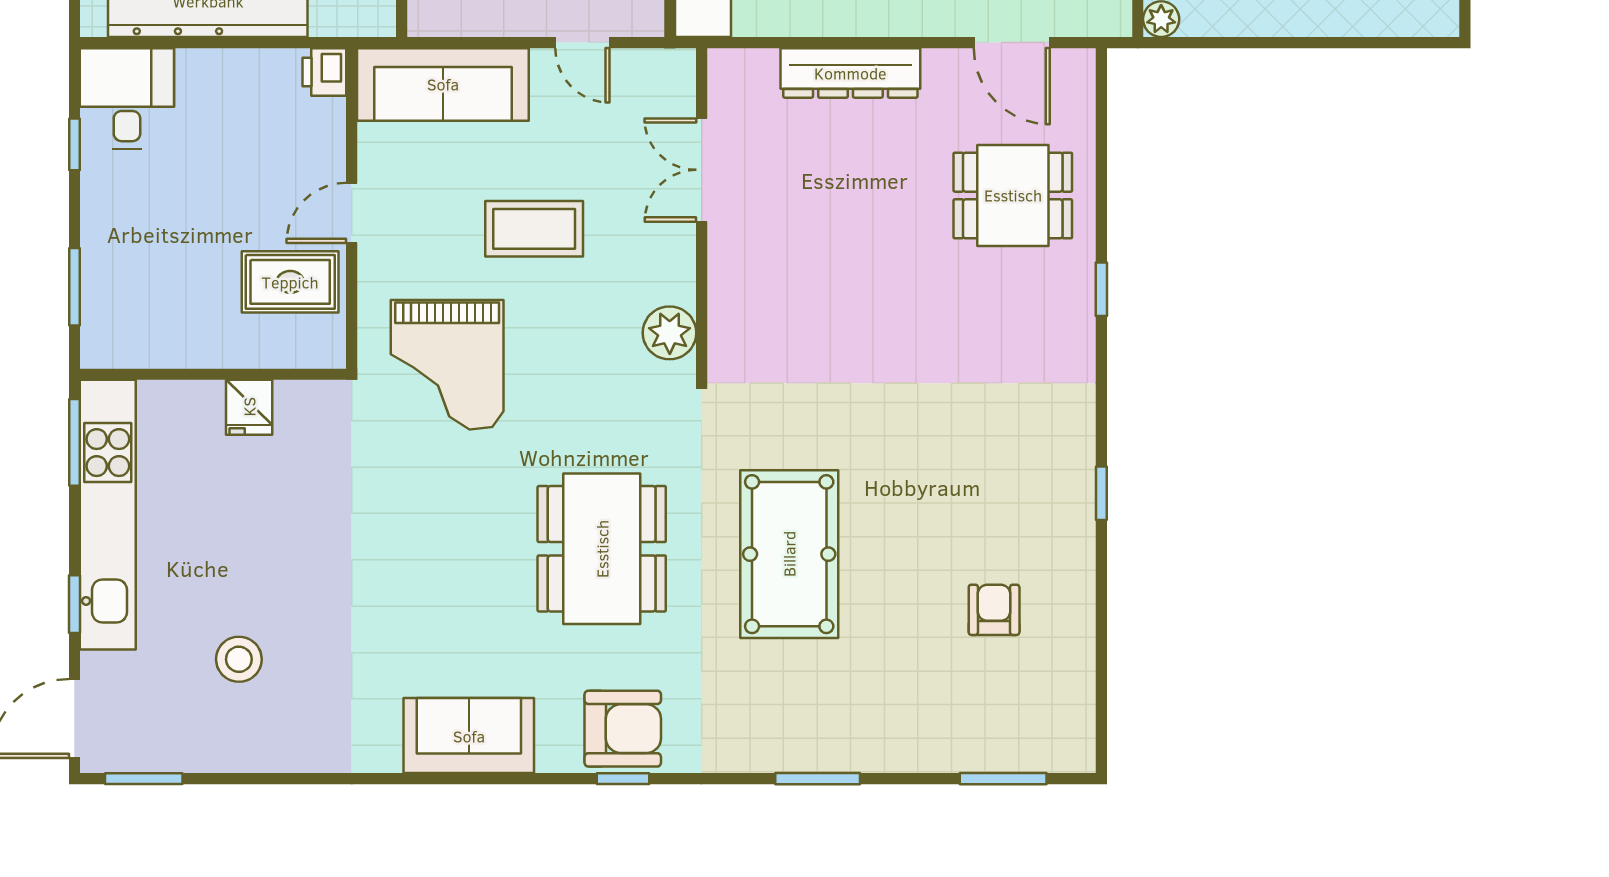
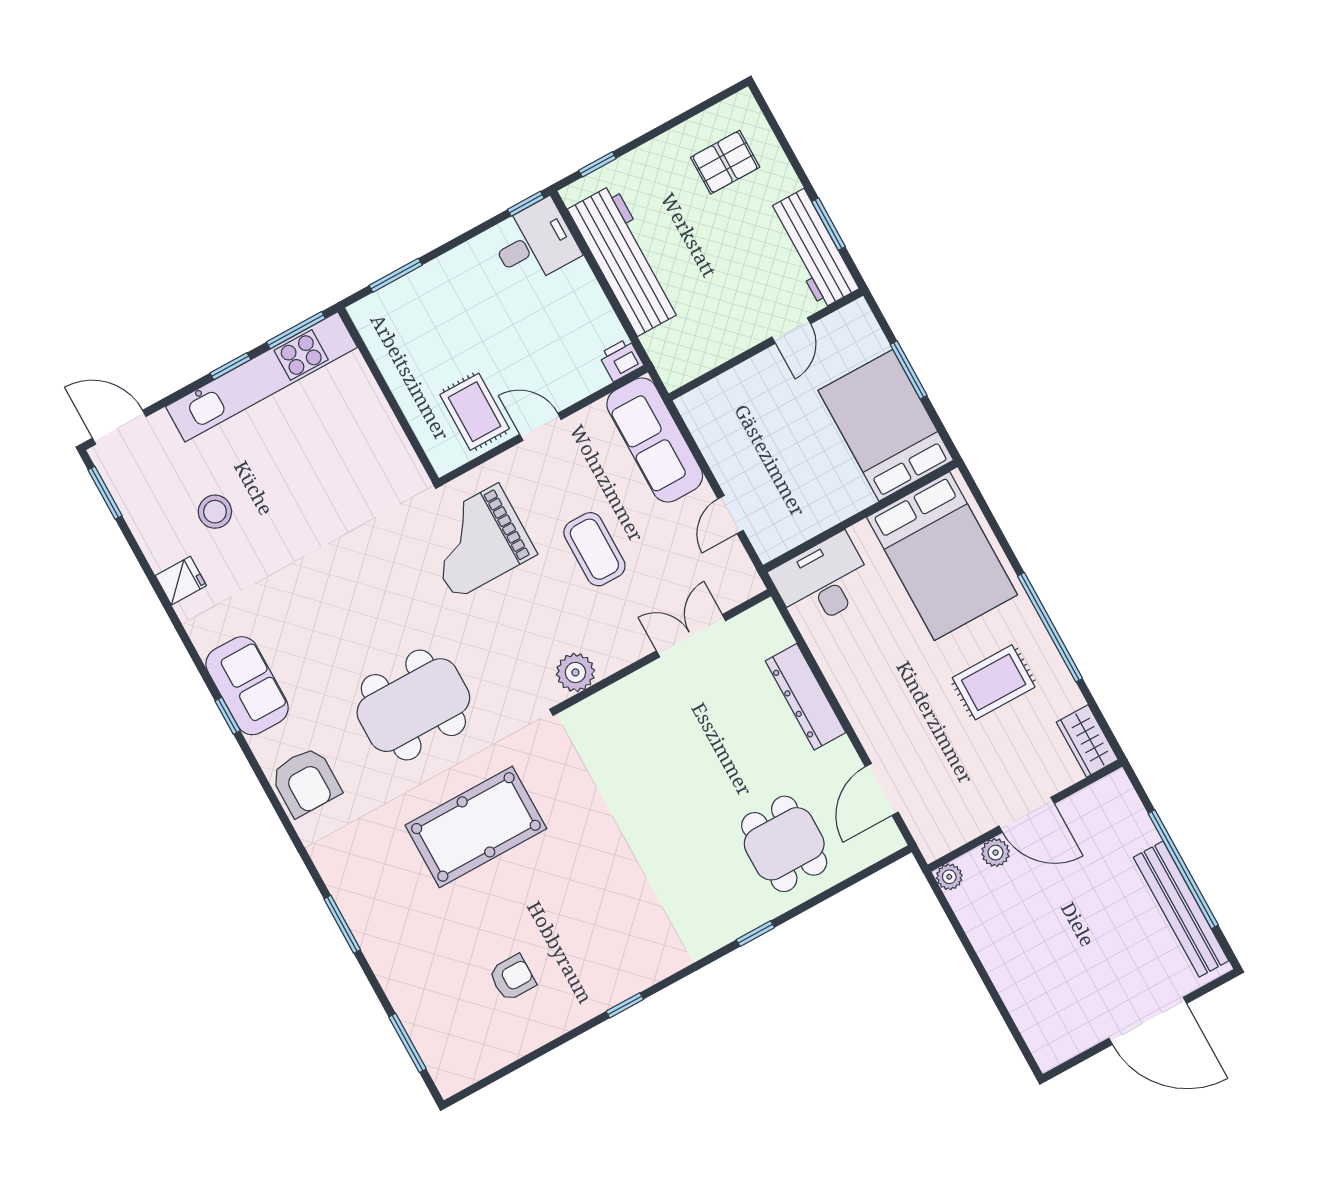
window: (74, 144) -> (526, 204), moved
fridge: (249, 407) -> (181, 581), moved, turned 180
window: (74, 604) -> (230, 366), moved
window: (623, 779) -> (228, 716), moved

